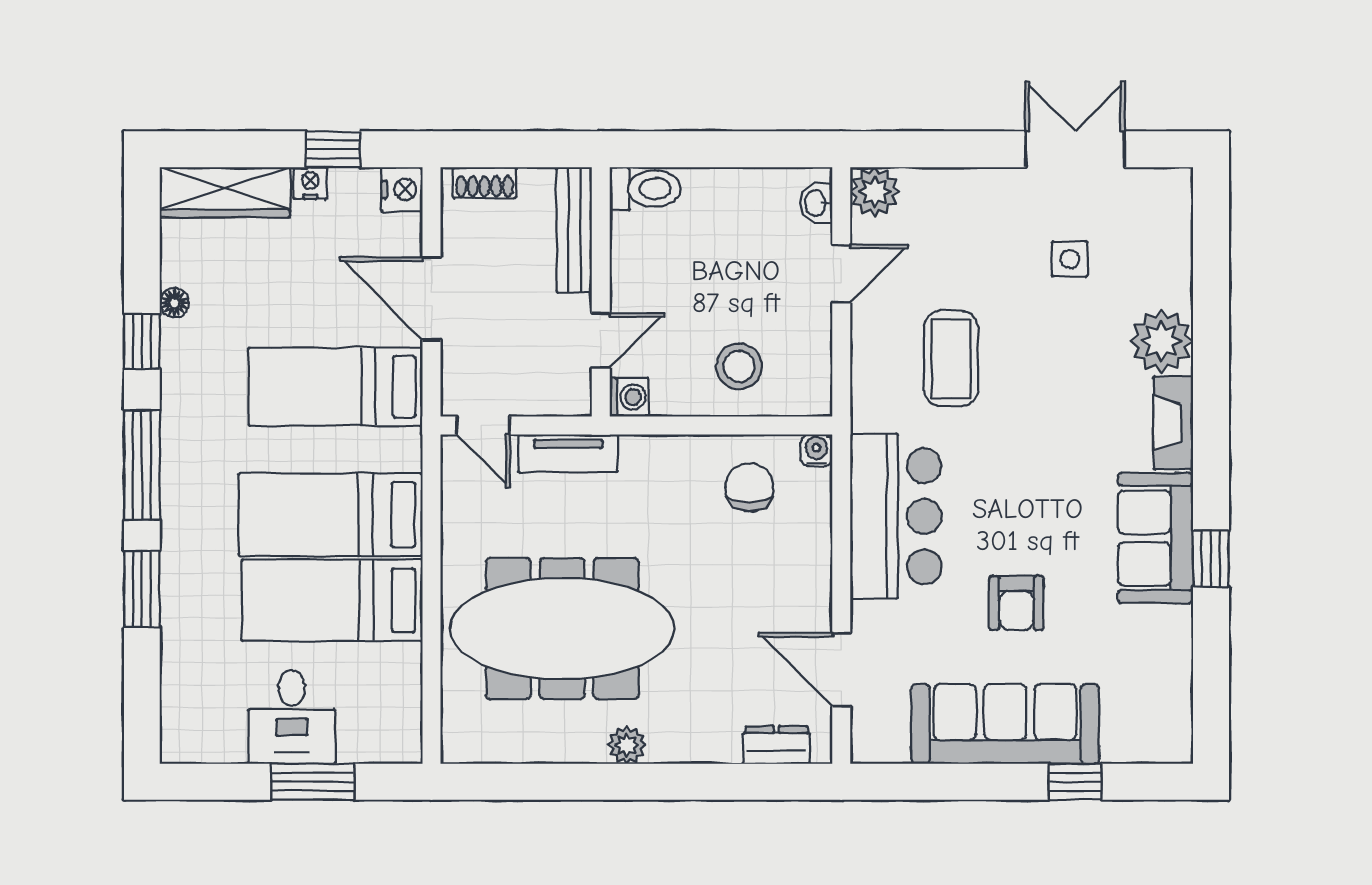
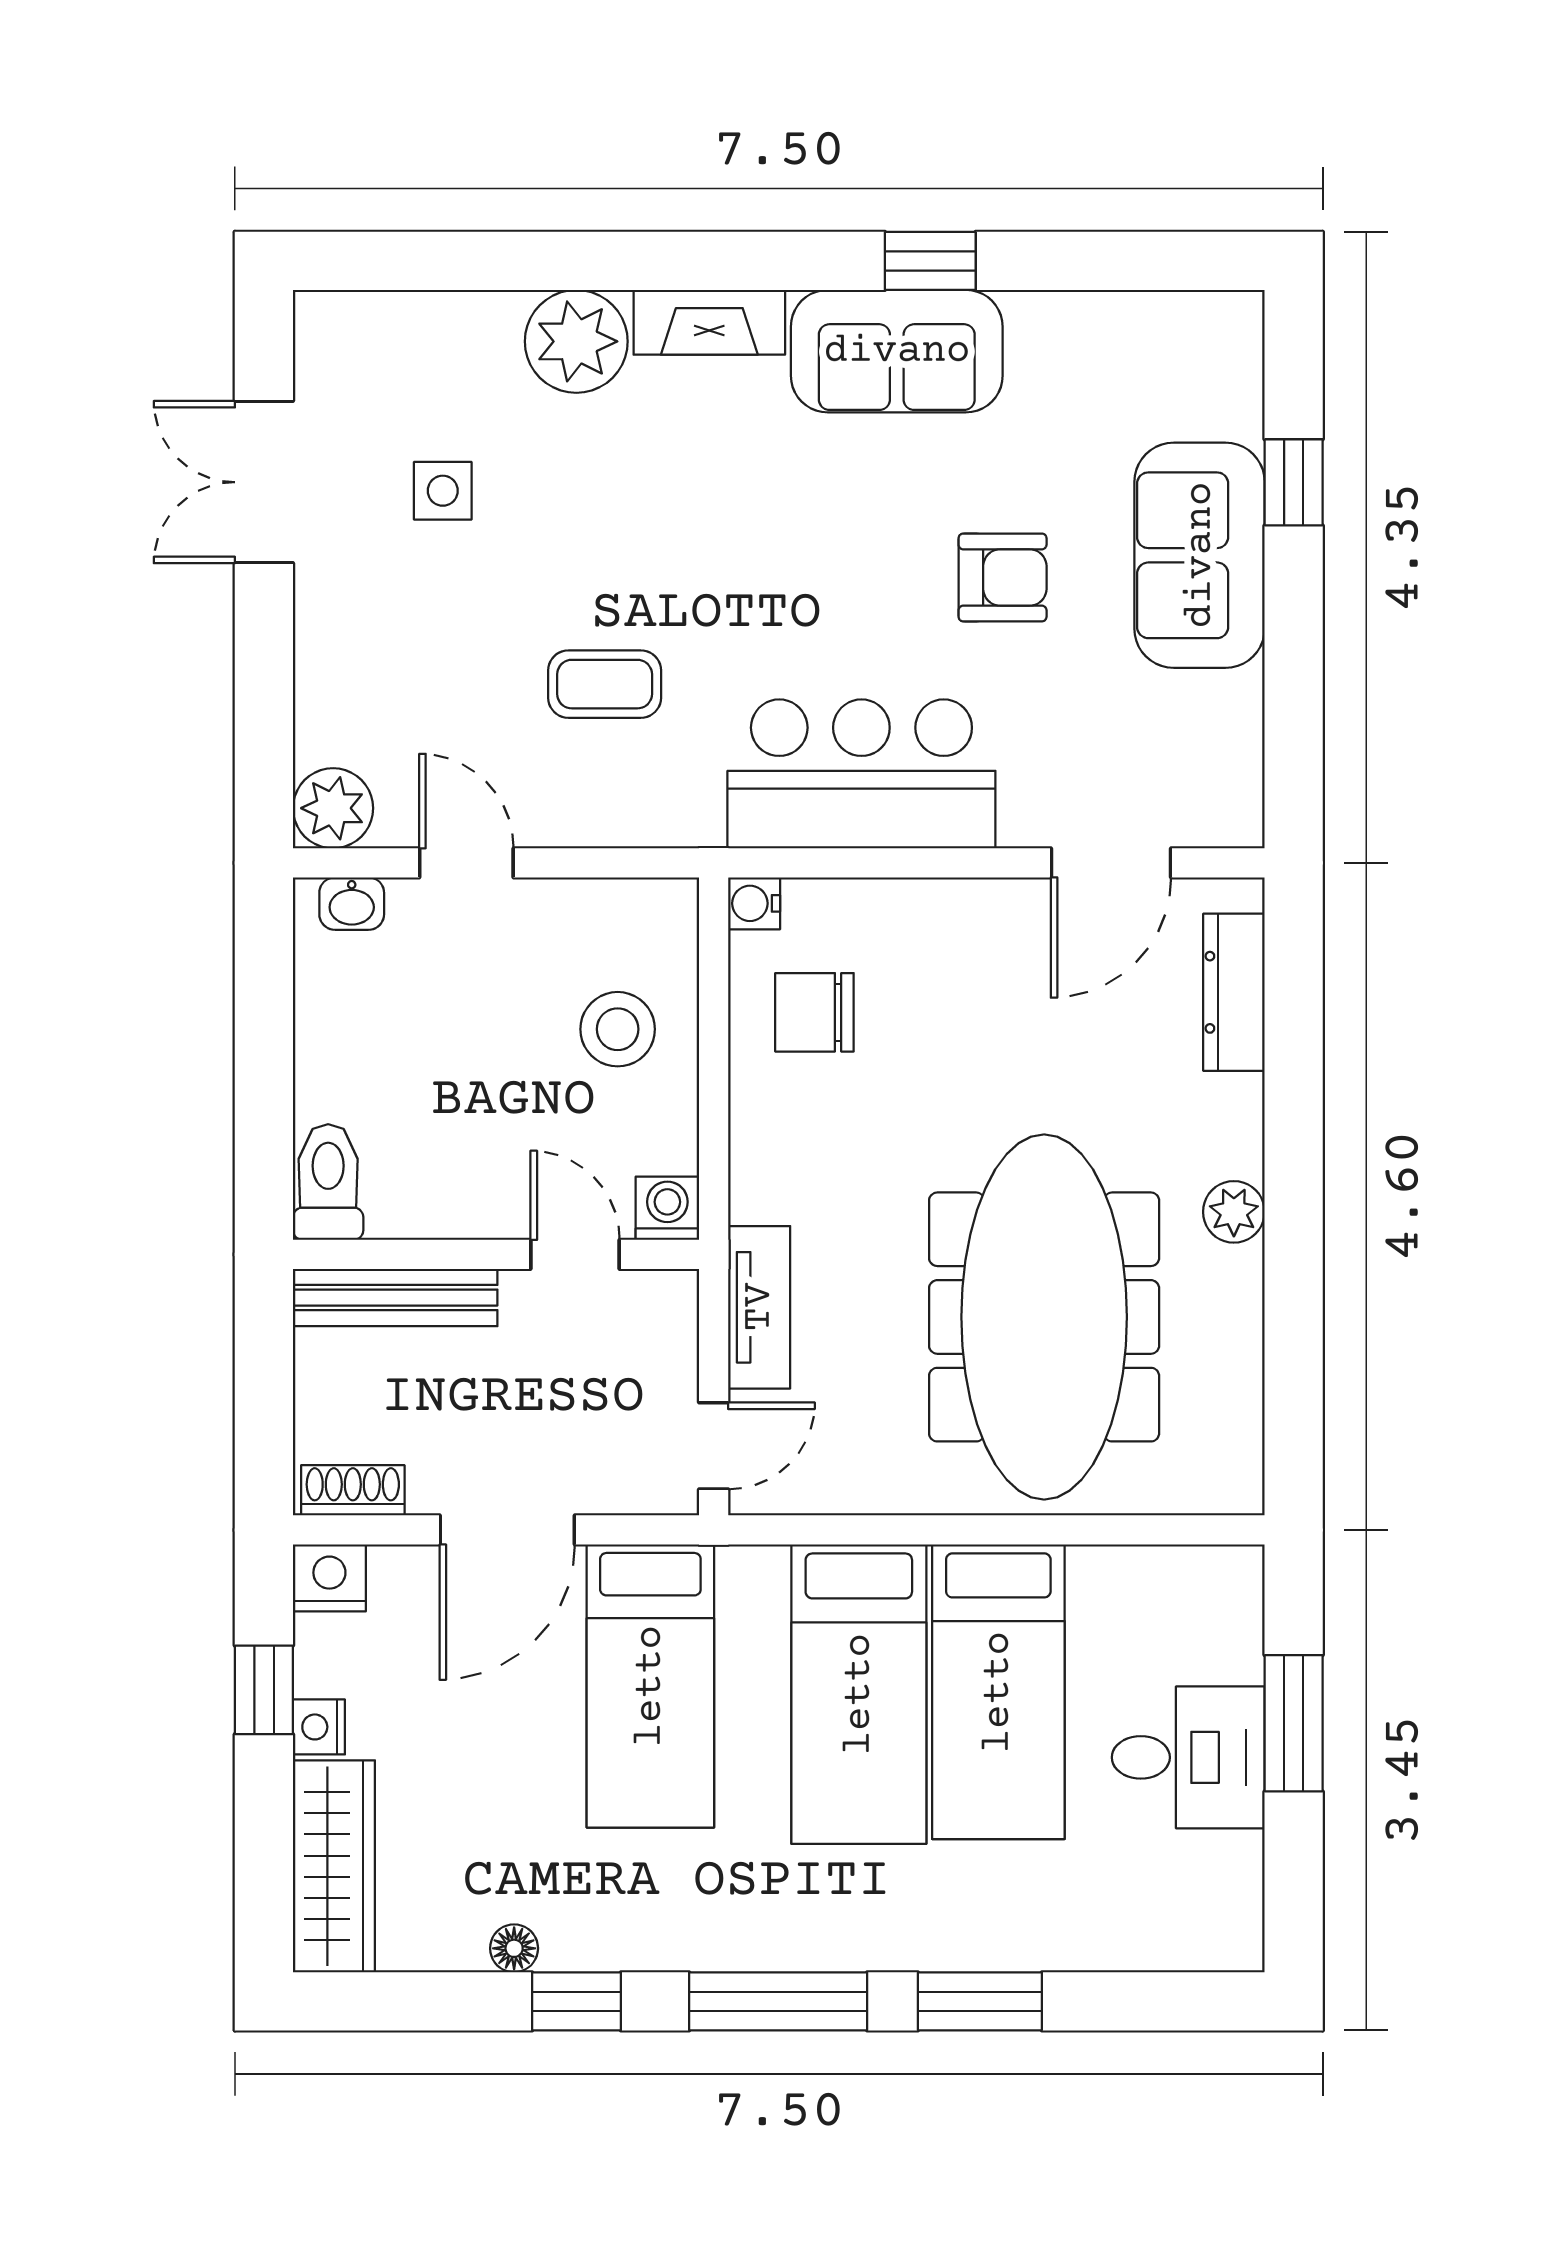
shoe rack: (484, 182) -> (353, 1490), moved, turned -90
coffee table: (951, 358) -> (605, 684), width x0.73, depth x0.77
sofa: (1005, 724) -> (1200, 555), width x0.73
dresser: (776, 745) -> (1234, 992), width x1.44

